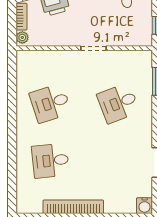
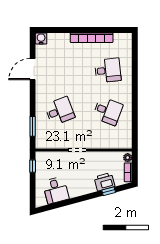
desk: (50, 103) -> (108, 111), turned 39

